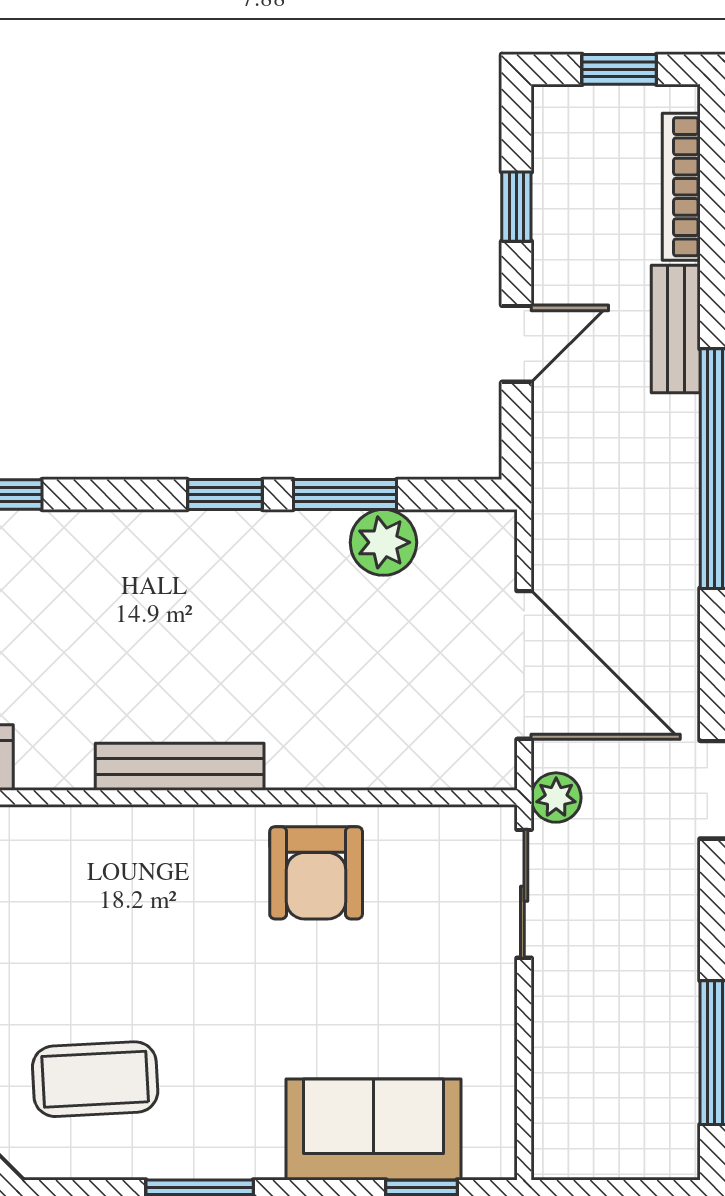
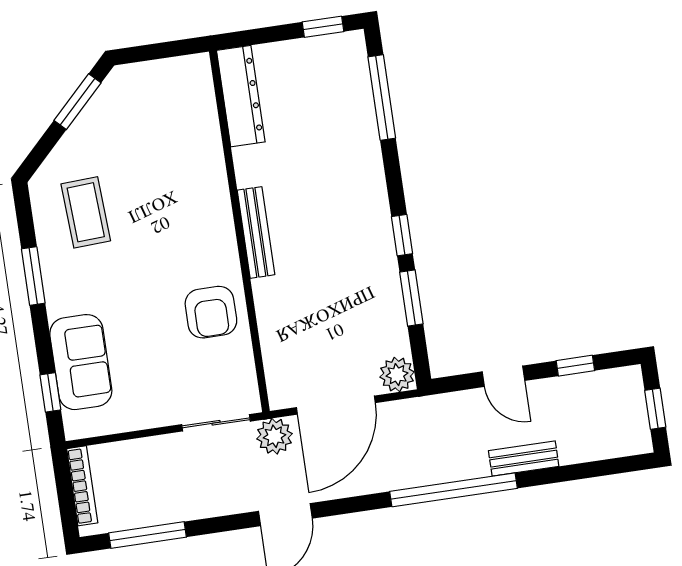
bookcase: (681, 187) -> (82, 486), moved, turned 90
plant: (383, 542) -> (397, 375), moved
plant: (556, 798) -> (274, 436), width x1.38, depth x1.38
armchair: (316, 873) -> (211, 312), turned -90

